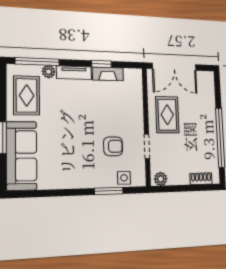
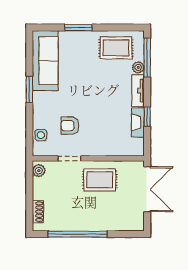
double door: (174, 67) -> (147, 189), swing flipped
armchair: (113, 146) -> (70, 126), turned 90
sofa: (22, 156) -> (45, 61), moved, turned -90
window: (109, 191) -> (29, 89), moved

